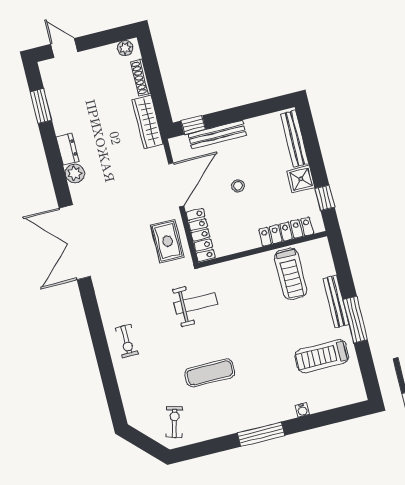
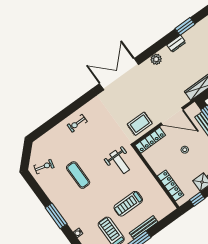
dresser: (67, 149) -> (176, 44), moved
treadmill: (291, 274) -> (128, 204), moved
weight bench: (196, 303) -> (120, 162), moved

